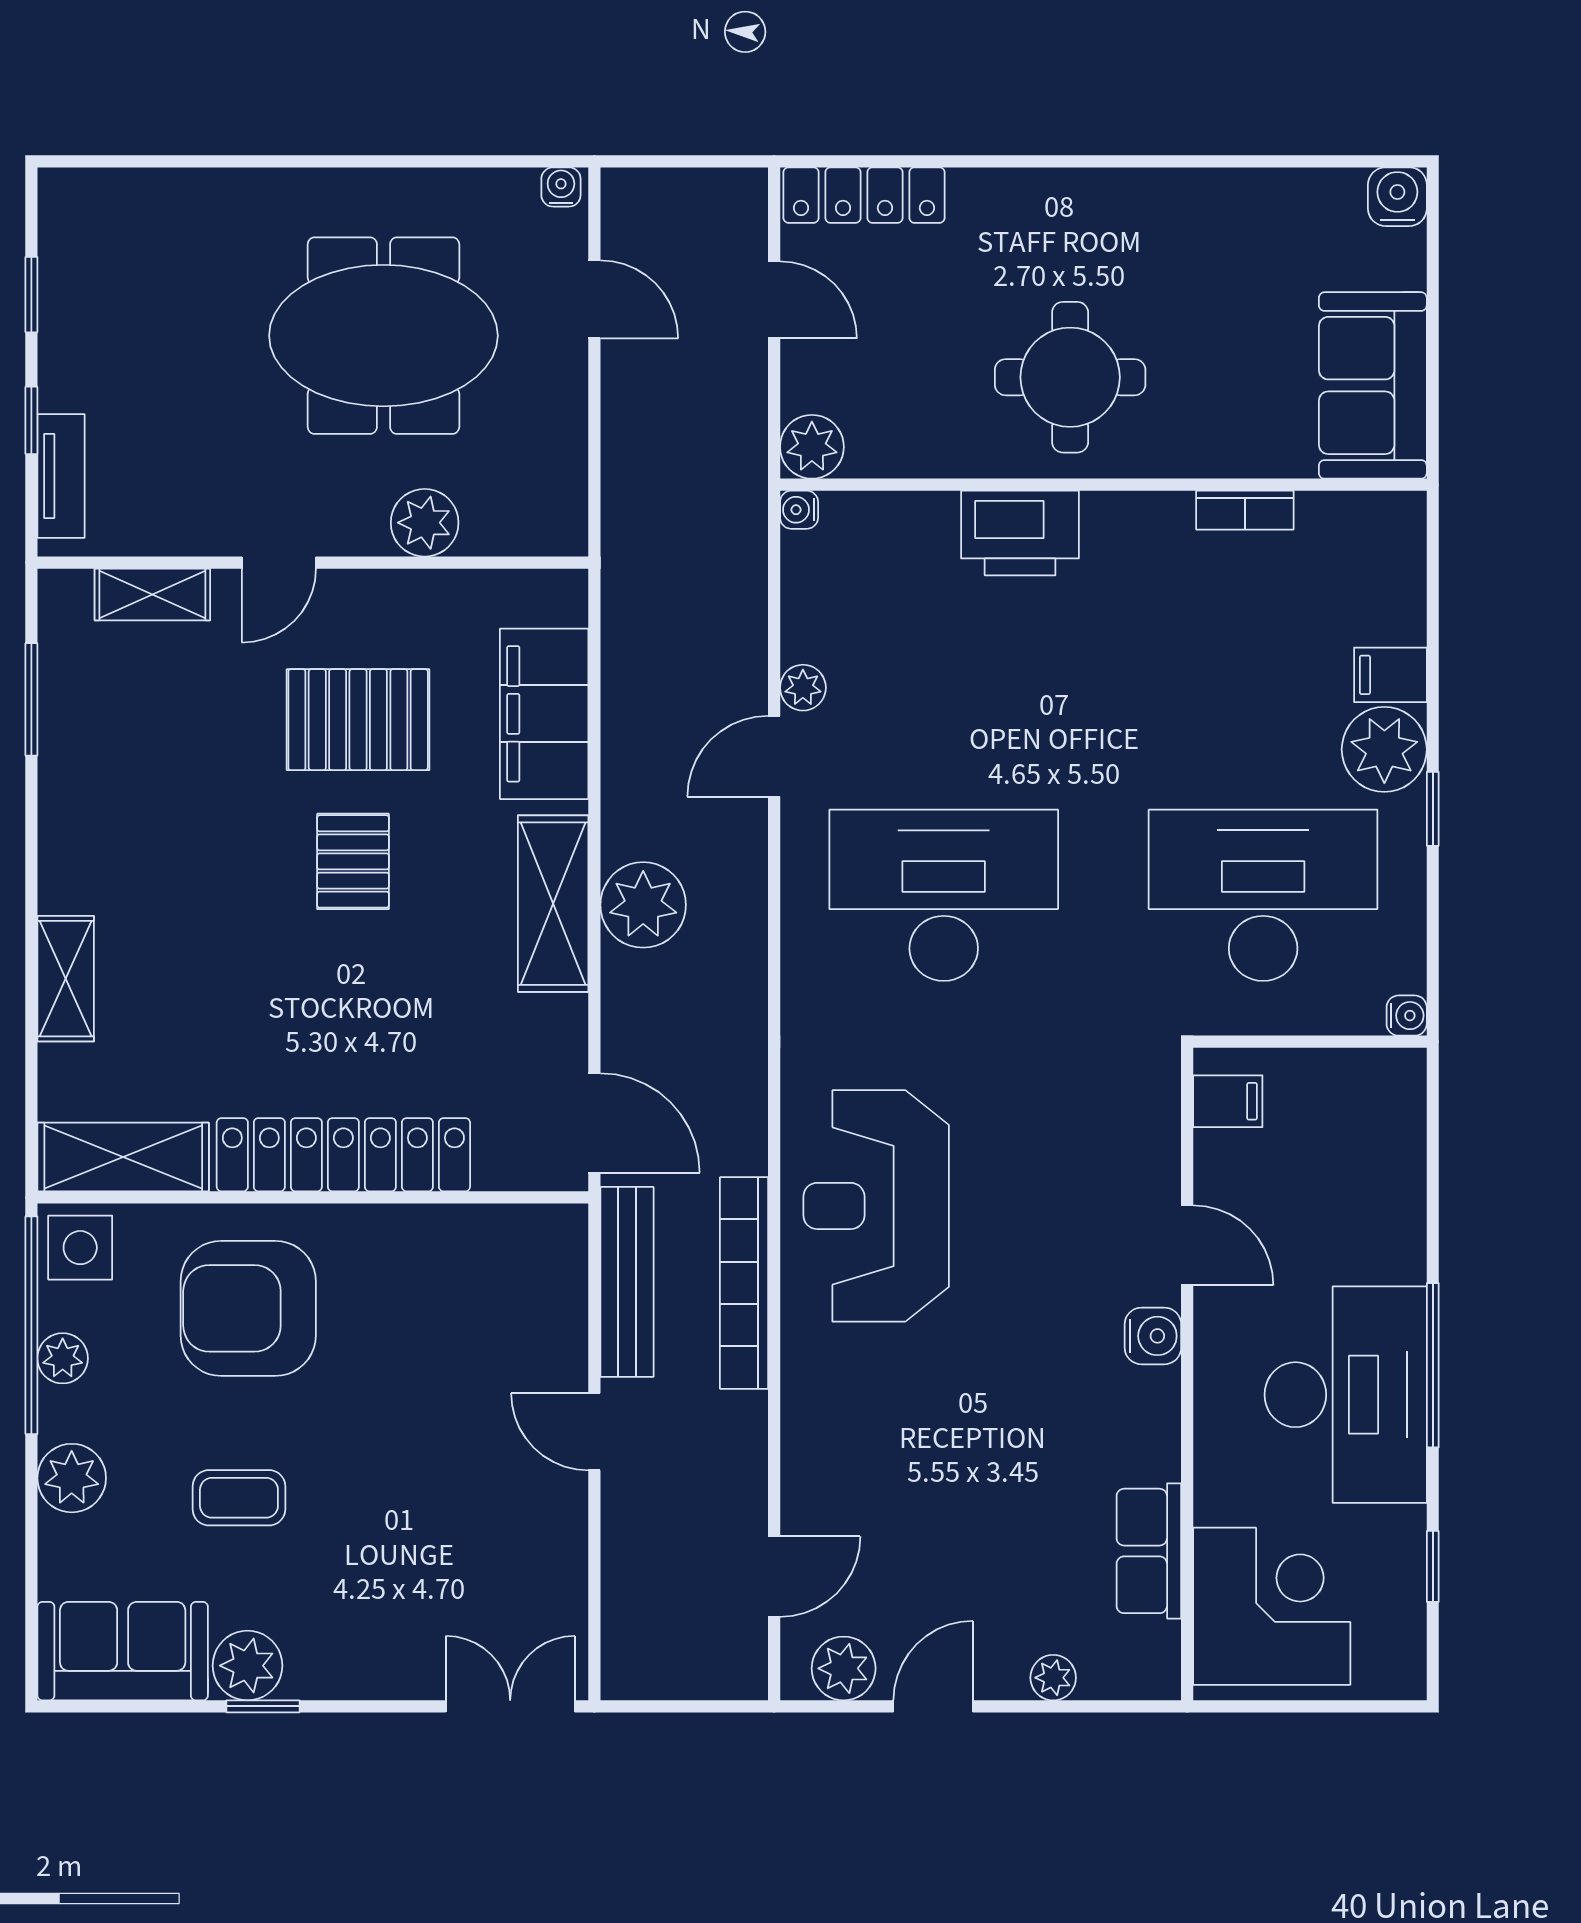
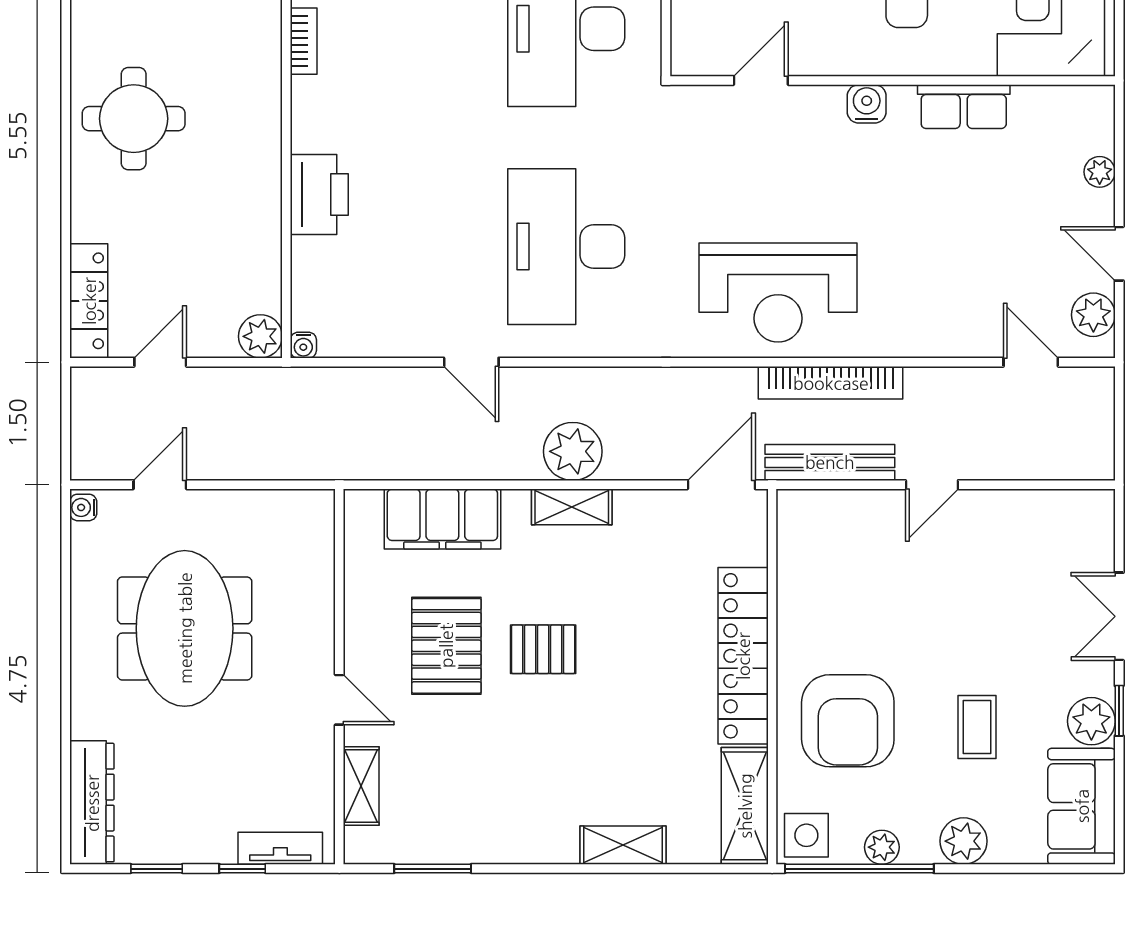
dresser: (128, 200) -> (92, 803), added
round table: (1070, 377) -> (134, 119), moved
plant: (425, 523) -> (312, 600), removed
plant: (803, 688) -> (425, 342), removed
shelving: (553, 904) -> (572, 507), width x0.67, depth x0.75
filing cabinet: (1228, 1101) -> (707, 53), removed
door: (1187, 1245) -> (761, 80), moved
row of seats: (1149, 1551) -> (964, 107), moved
double door: (510, 1706) -> (1119, 616), moved

